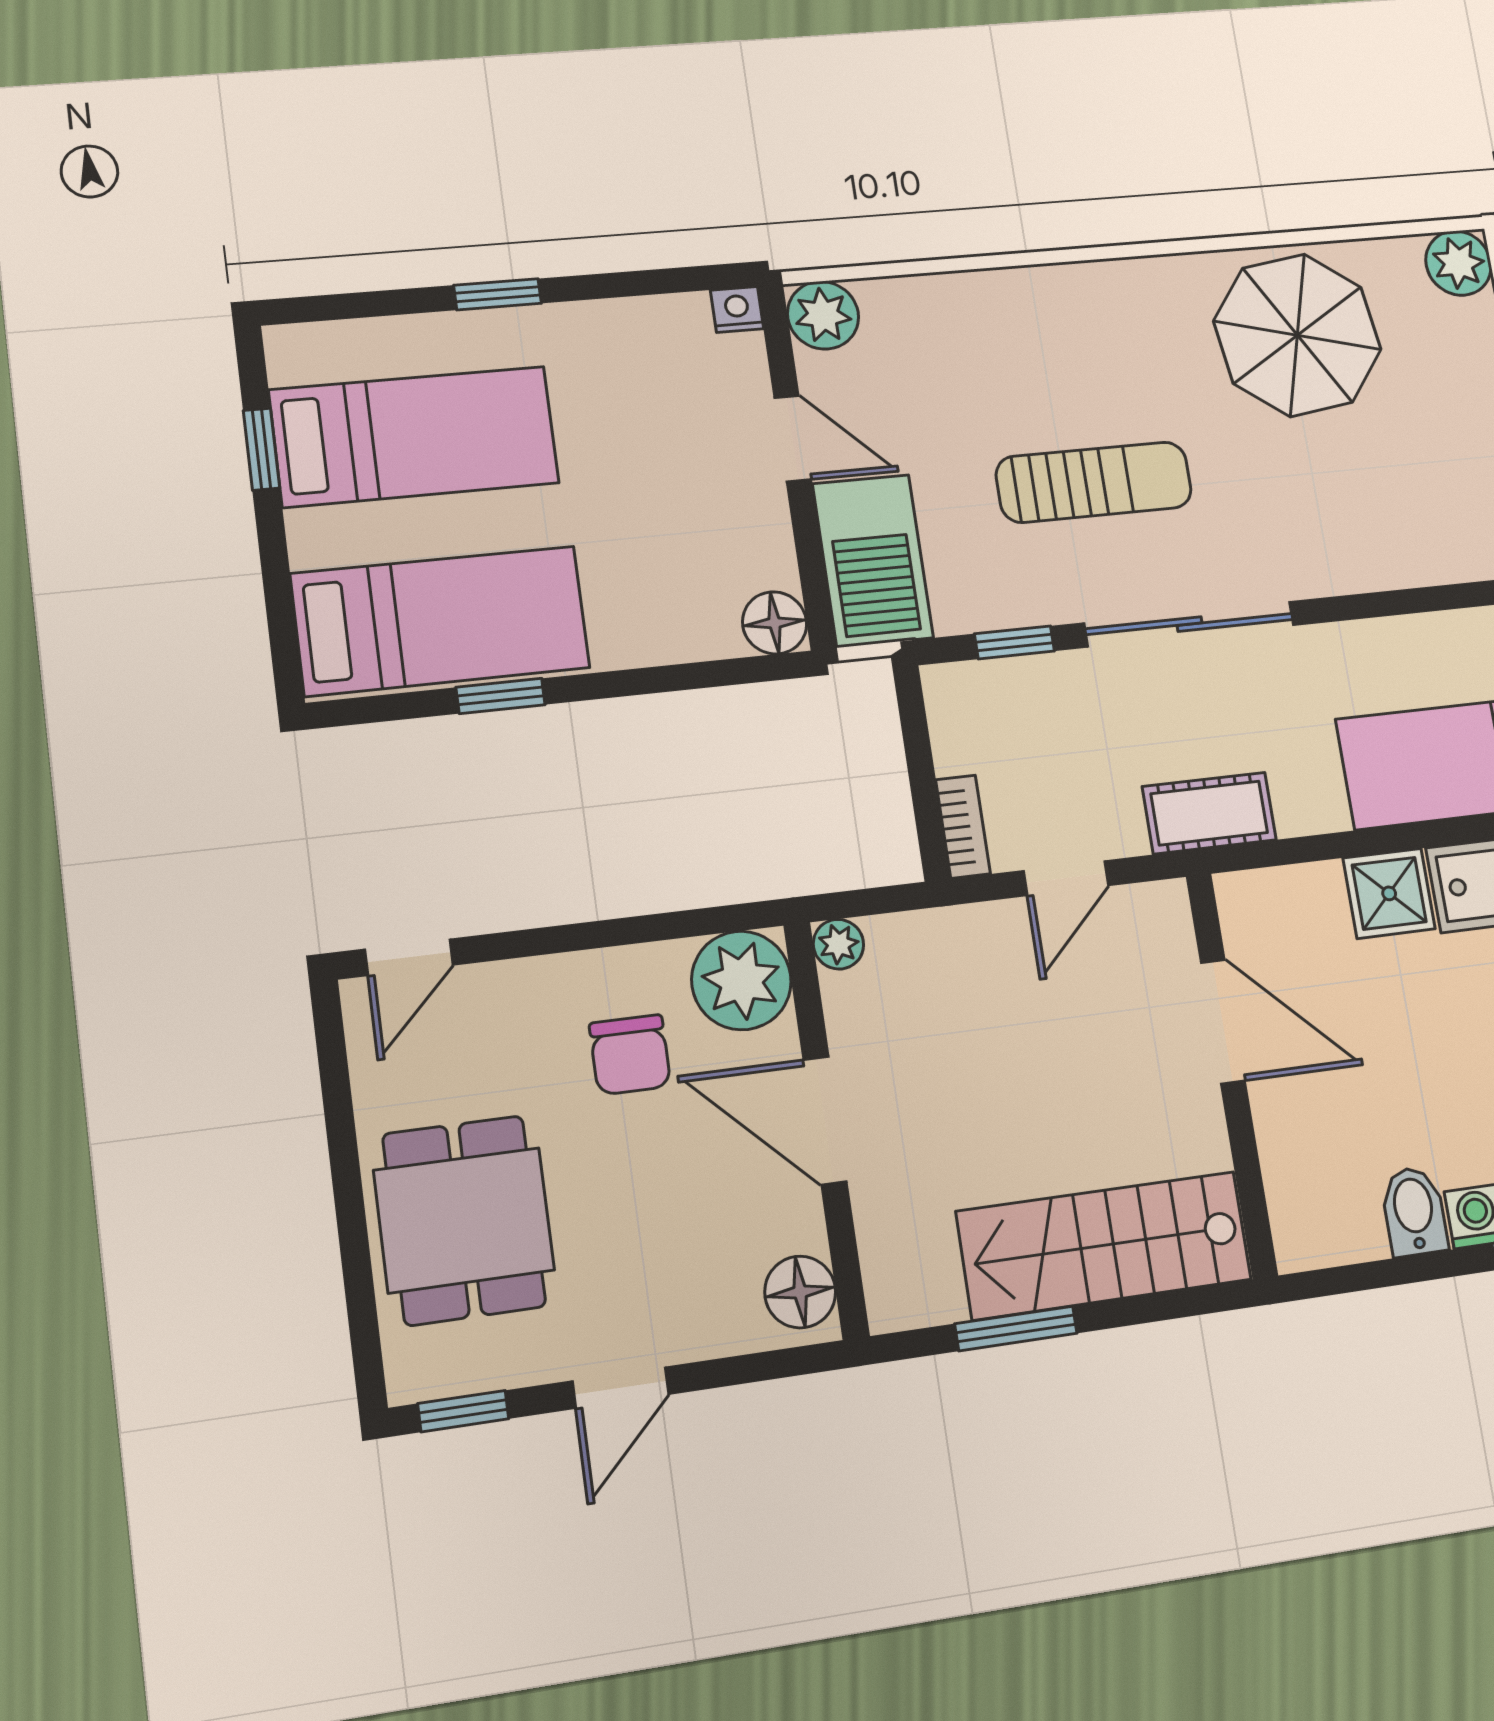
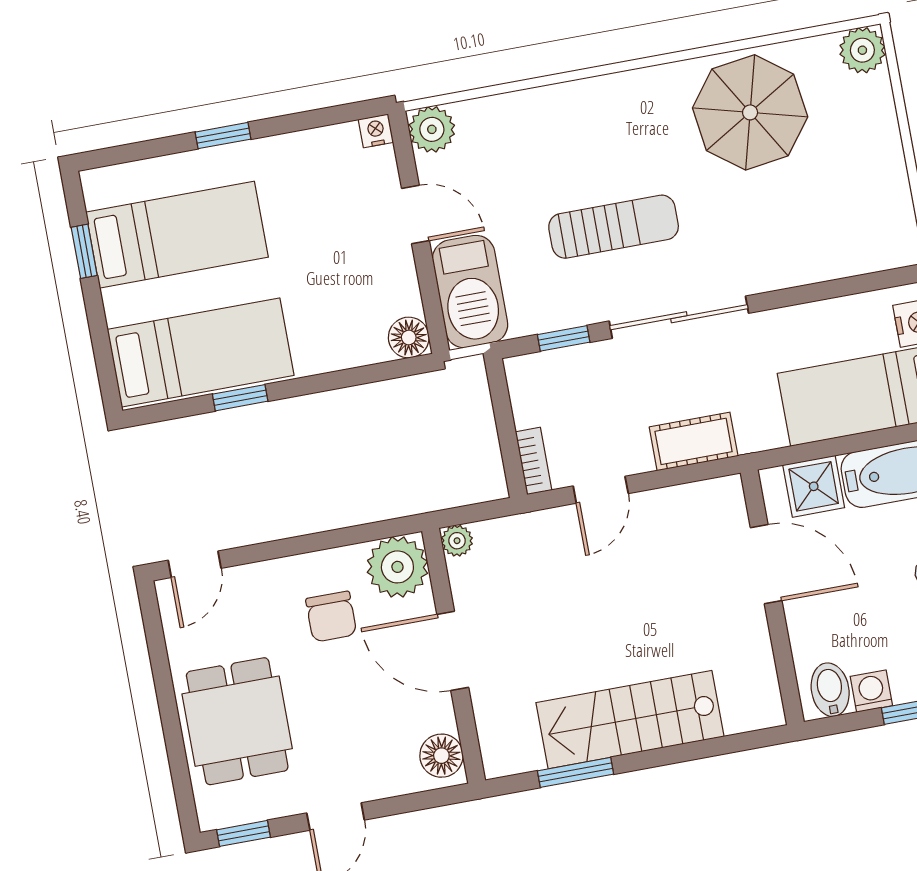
door: (1223, 1021) -> (766, 564), moved
wall: (1232, 1074) -> (772, 597), moved

